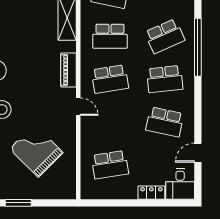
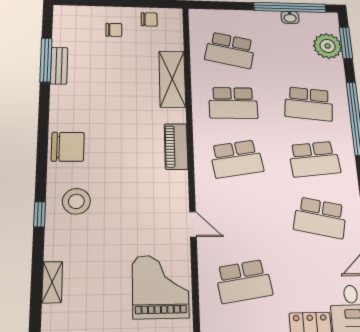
school desk: (165, 36) -> (309, 104), turned 30
door: (78, 107) -> (193, 224), moved
grand piano: (36, 151) -> (161, 287), moved, turned 45

